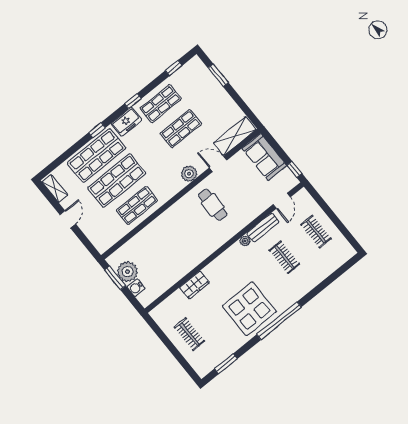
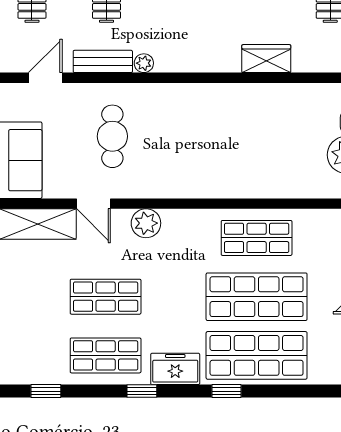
cafe table: (213, 205) -> (112, 136), moved

